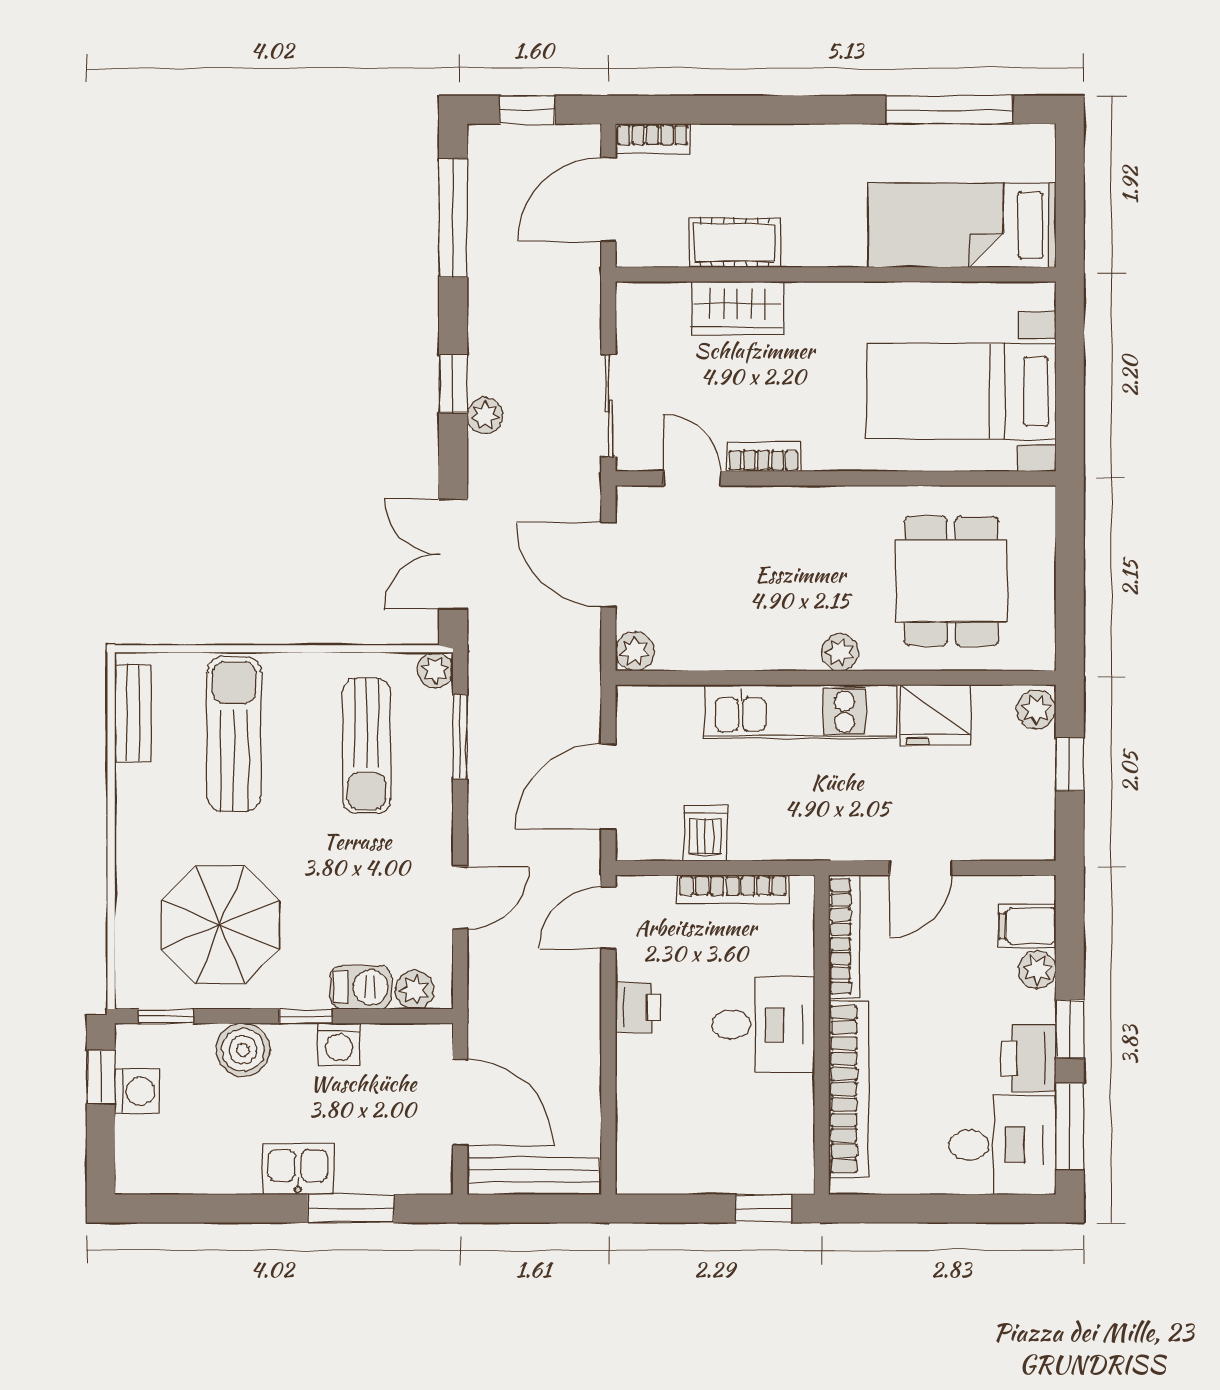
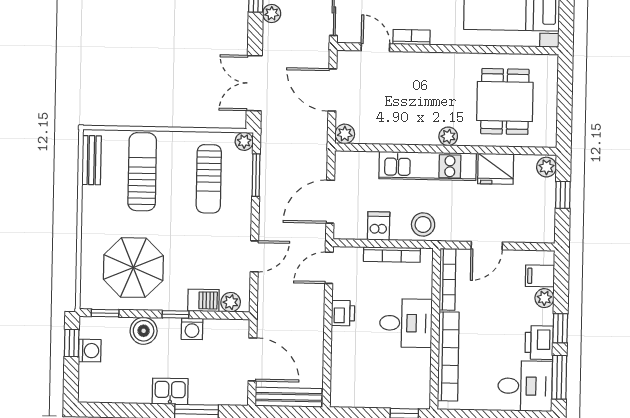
stool: (794, 828) -> (423, 224), added

